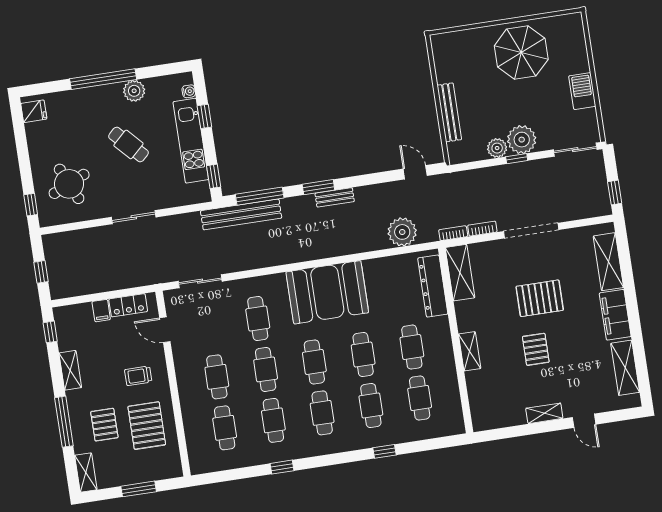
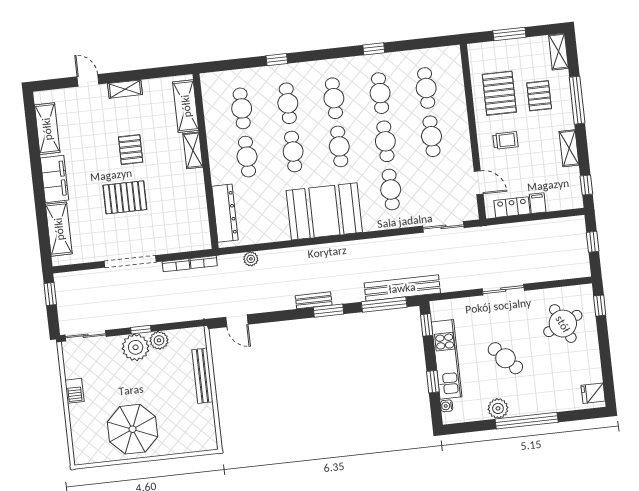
barbecue: (582, 91) -> (74, 391), width x0.73, depth x0.79
plant: (402, 232) -> (251, 259), width x0.53, depth x0.53
shelving: (460, 273) -> (186, 106), moved

